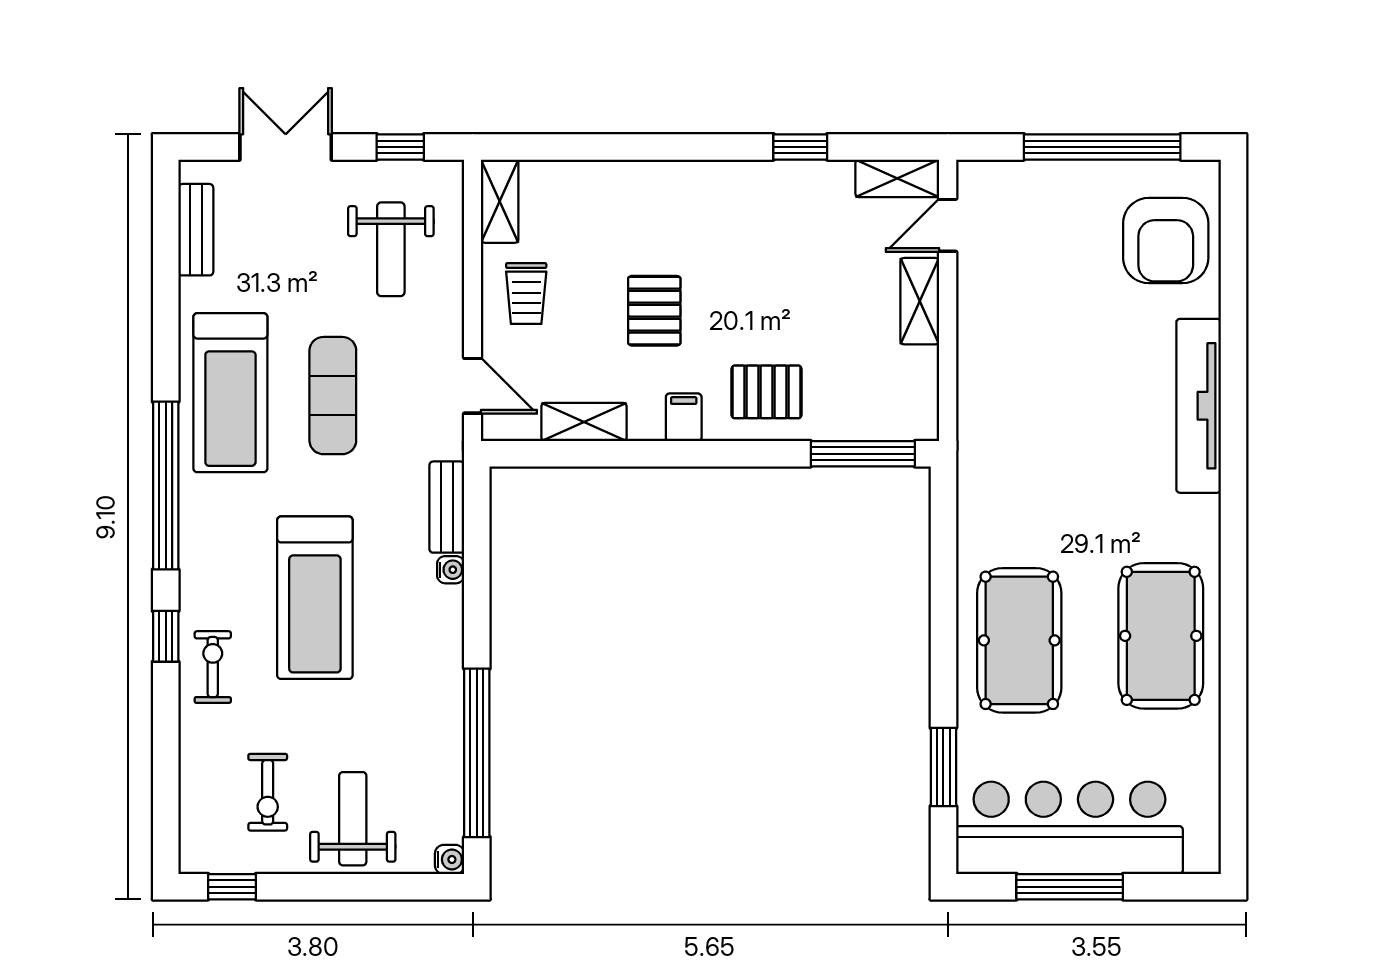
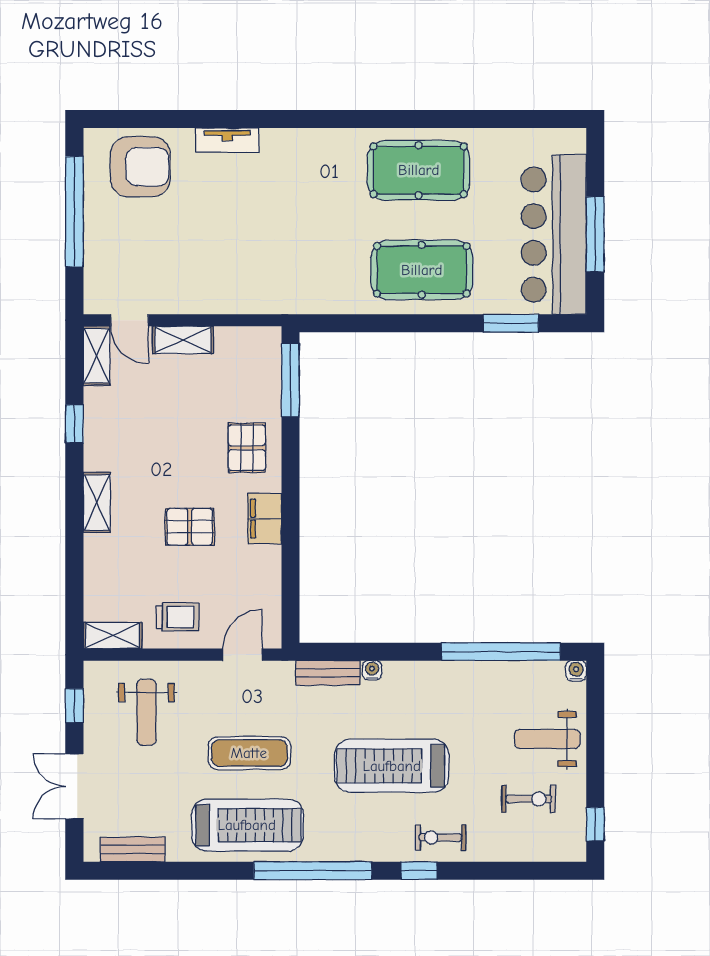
weight bench: (391, 249) -> (146, 712), turned 90
tv unit: (1199, 406) -> (227, 140), width x0.52, depth x0.78
filing cabinet: (684, 417) -> (265, 519), width x2.00
shelving: (584, 422) -> (97, 502), moved
treadmill: (315, 598) -> (392, 766), turned 180

